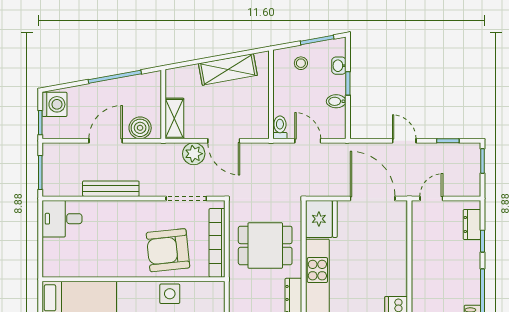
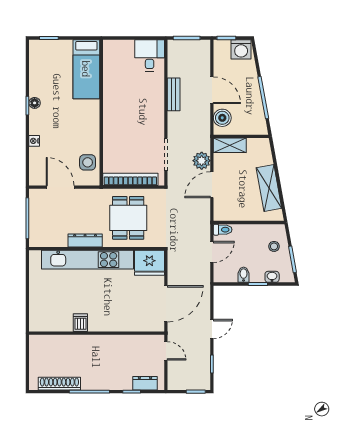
bench: (111, 189) -> (174, 94), width x0.73
armchair: (168, 250) -> (124, 140), removed
side table: (170, 294) -> (88, 162), moved

